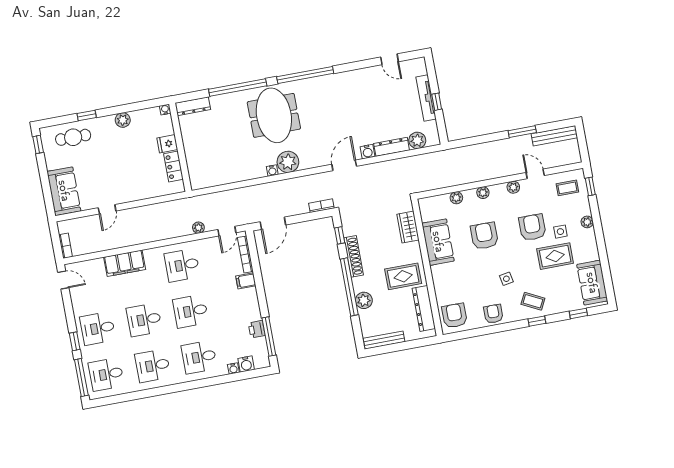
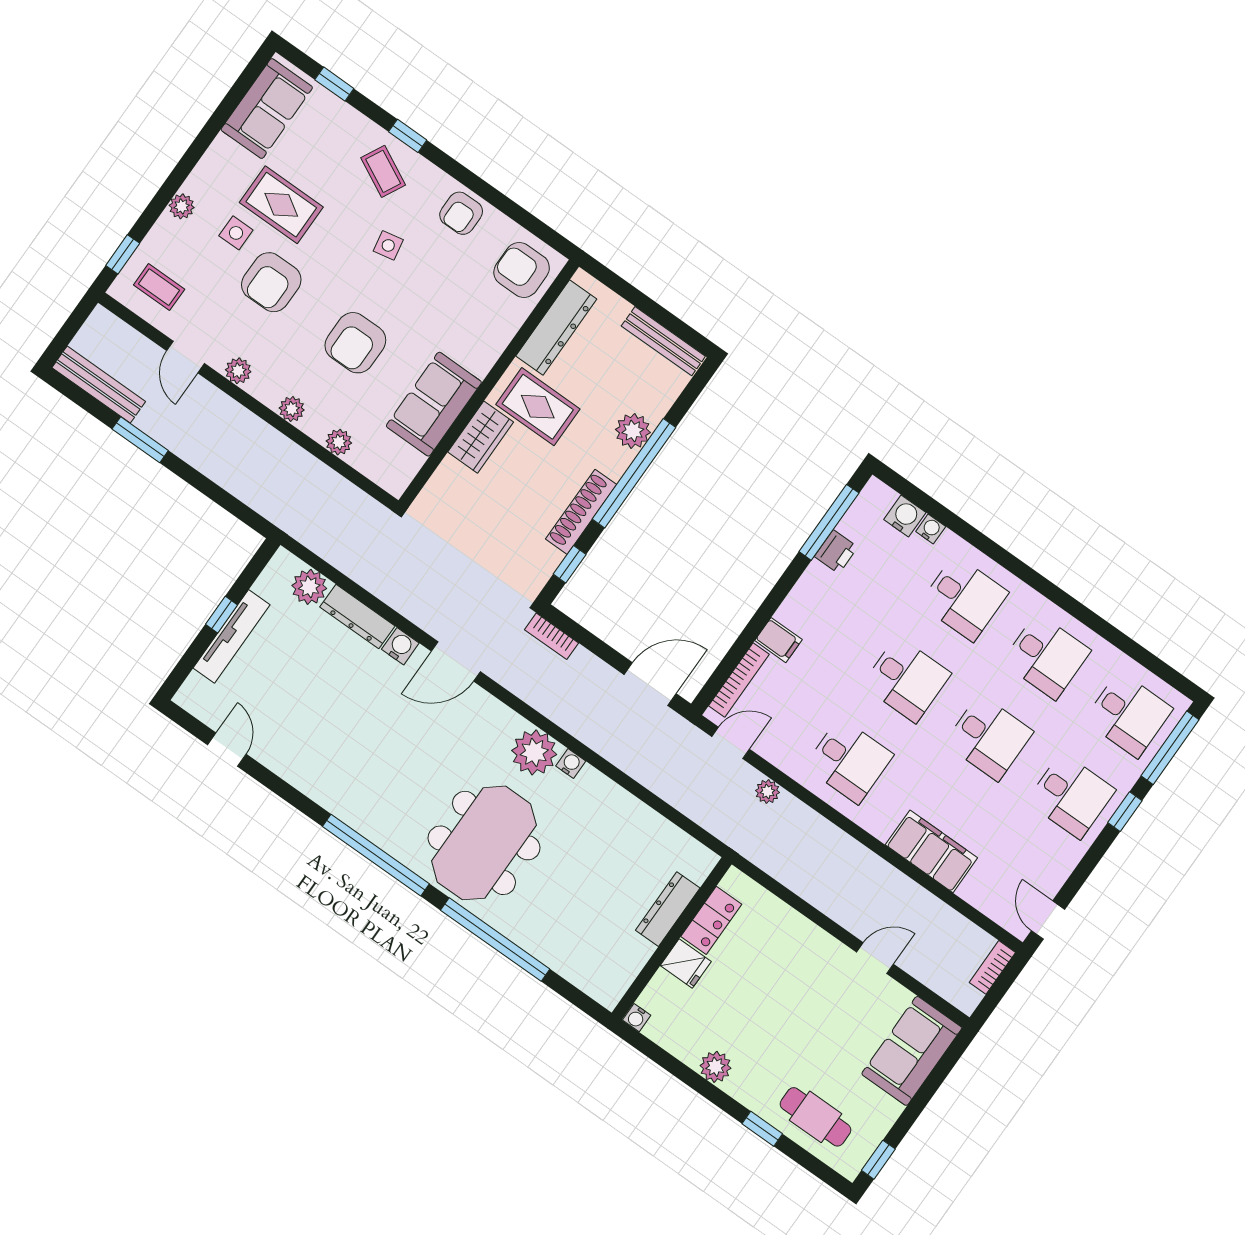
dresser: (193, 106) -> (668, 909), moved, turned -90
wardrobe: (408, 227) -> (481, 437), moved
armchair: (454, 316) -> (522, 270), turned 90

